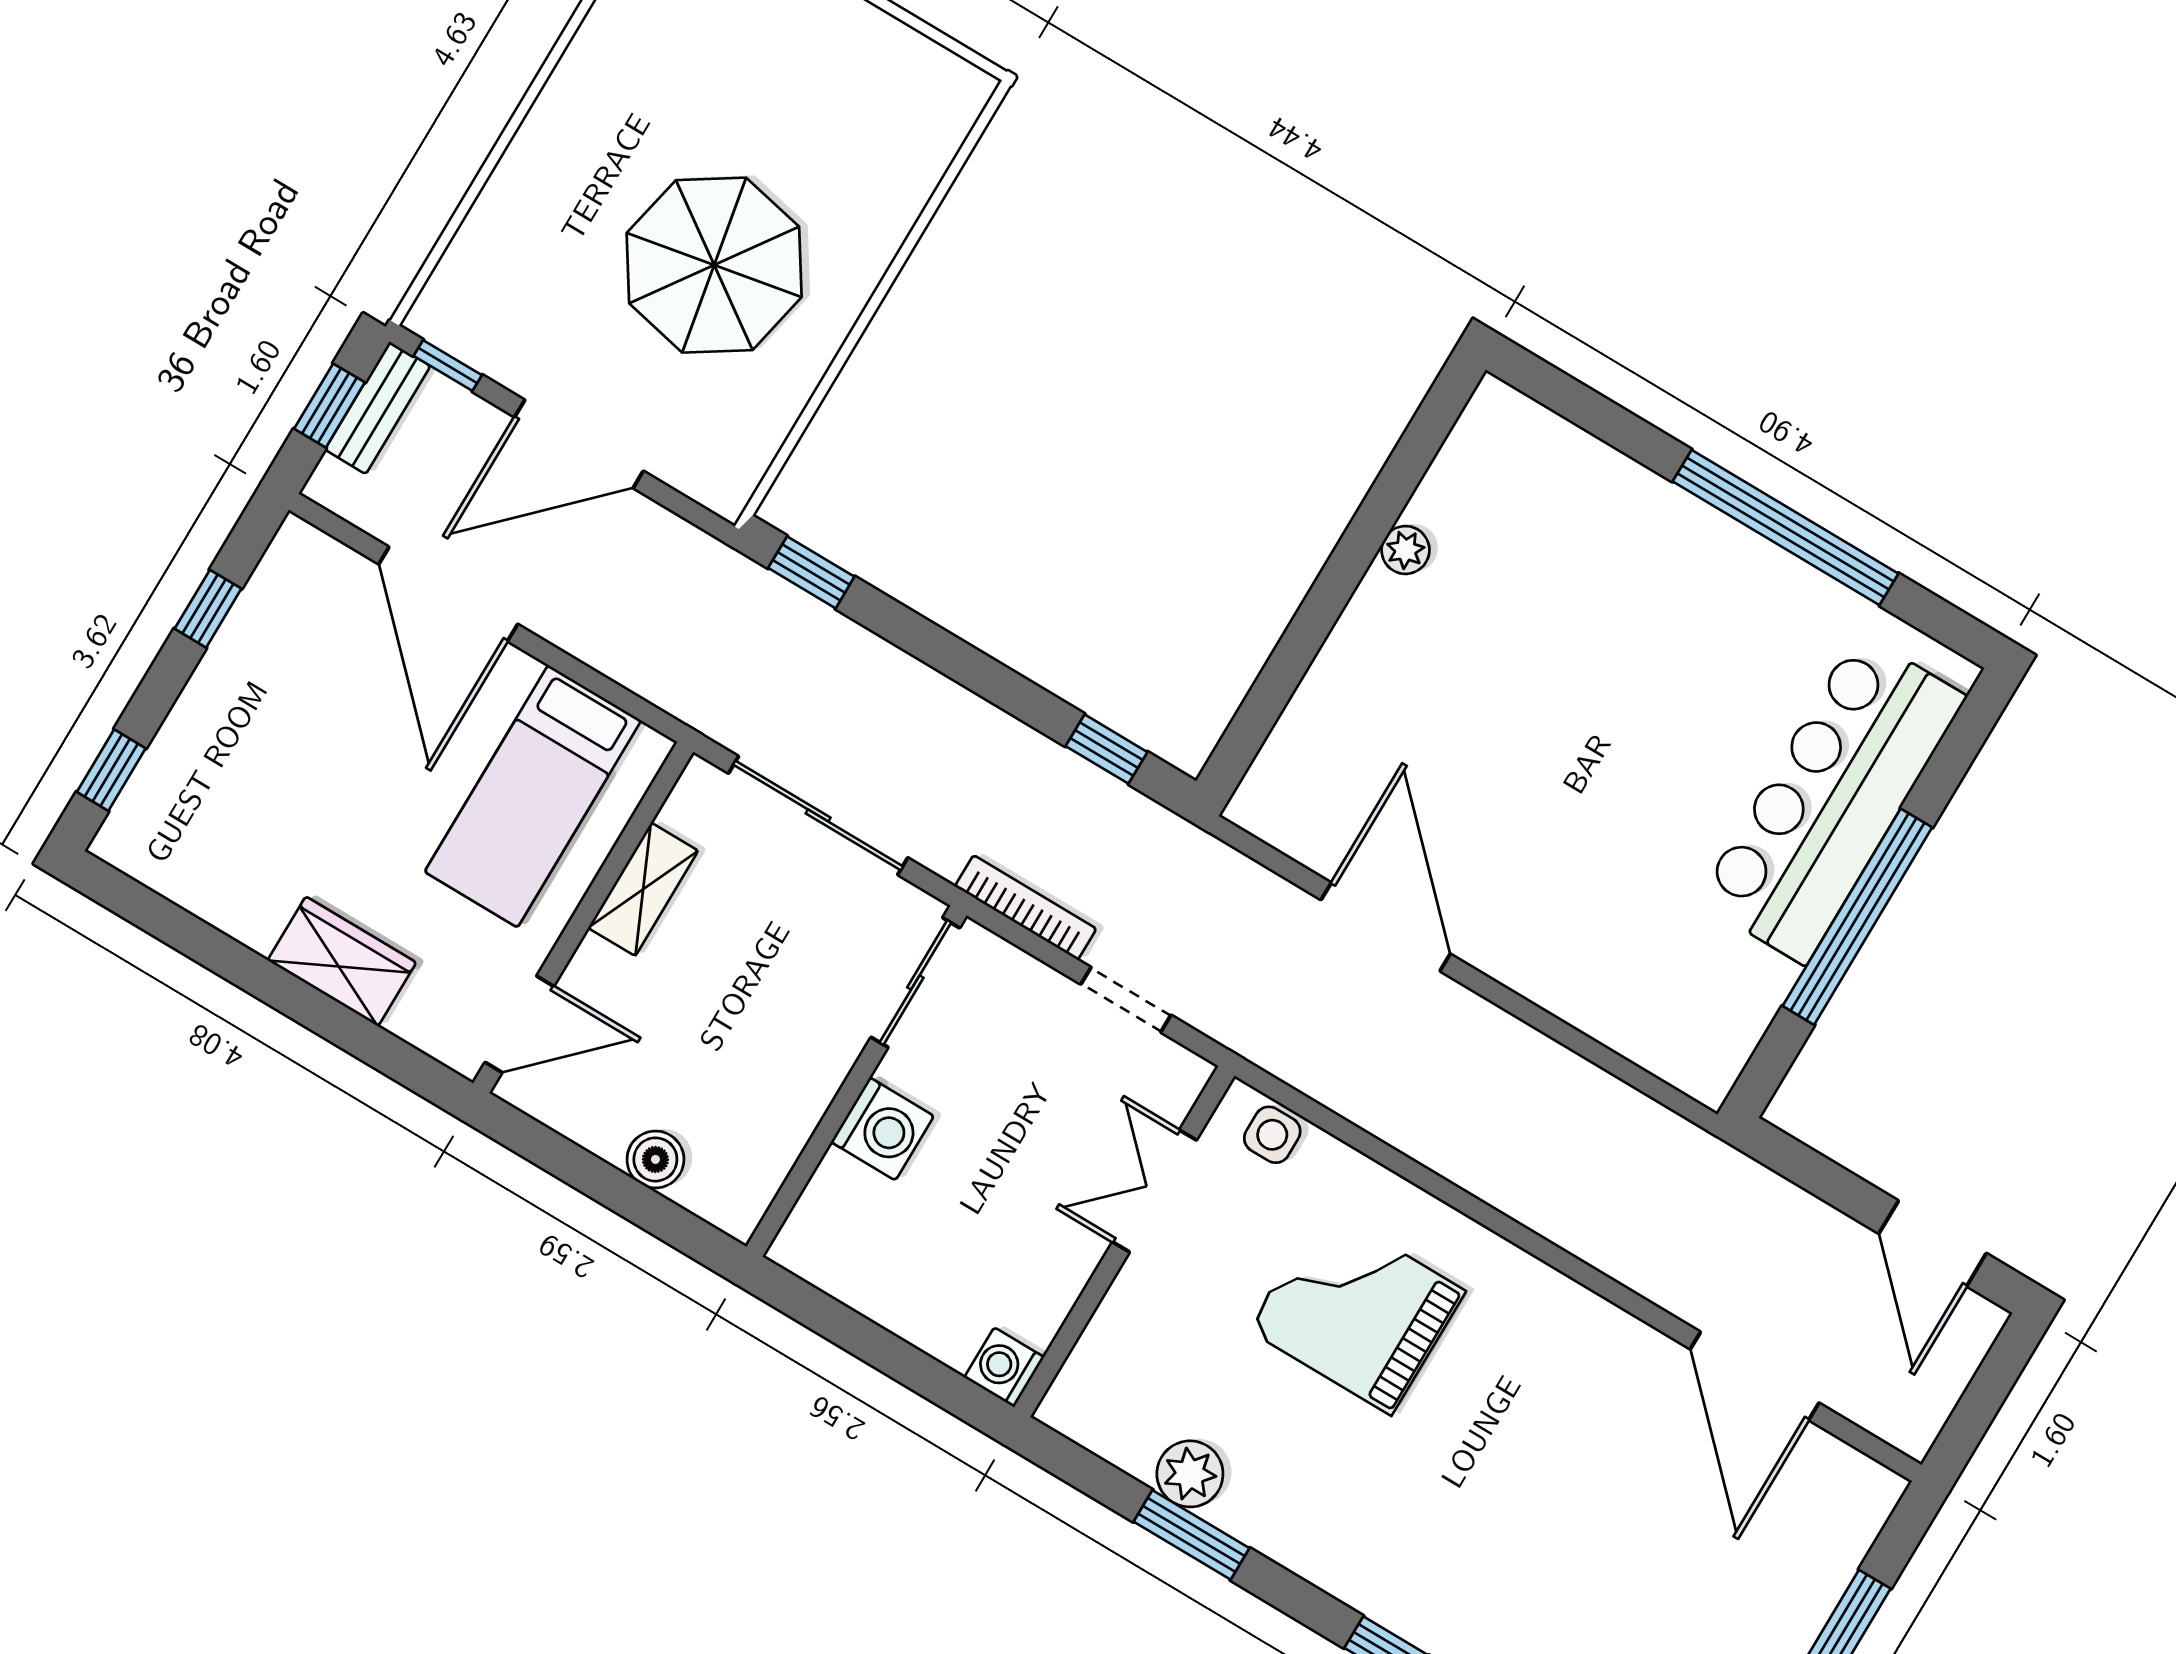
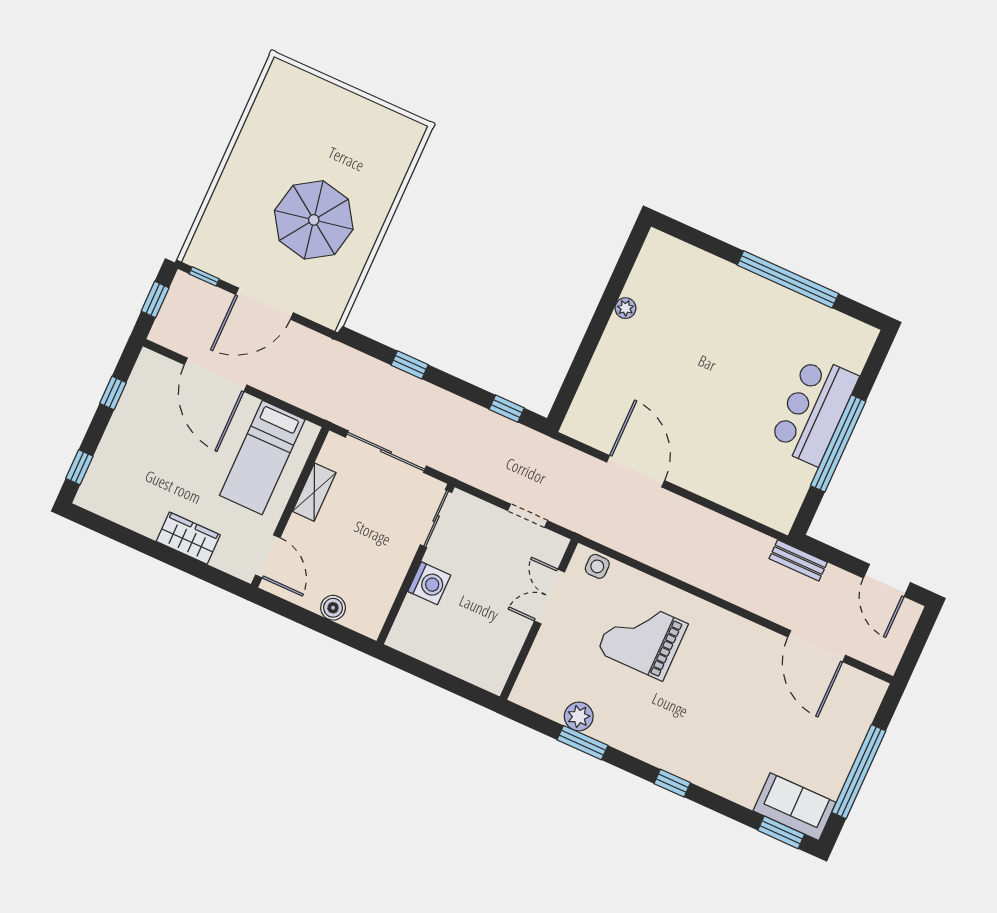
bench: (378, 408) -> (798, 560), moved, turned 90
window: (811, 572) -> (410, 365), moved
bar counter: (1832, 799) -> (814, 410), width x0.73
bookcase: (1026, 907) -> (480, 481), removed
door: (519, 1024) -> (268, 556), hinge flipped
washing machine: (1004, 1367) -> (493, 680), removed

